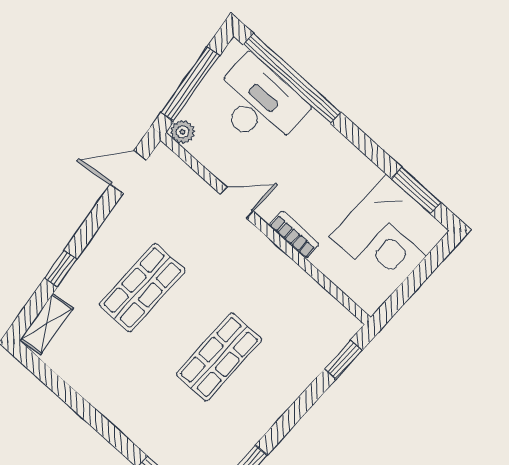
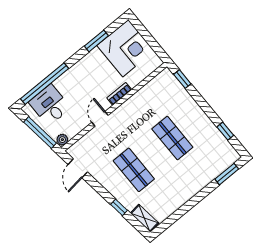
desk: (258, 103) -> (50, 105), width x0.73
window: (416, 190) -> (96, 41), moved

